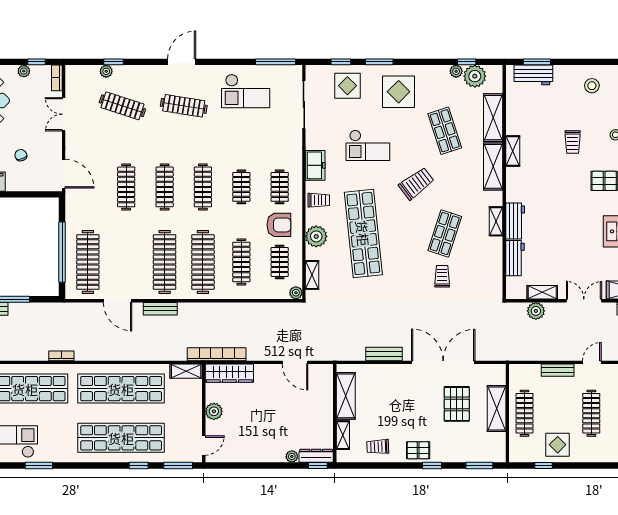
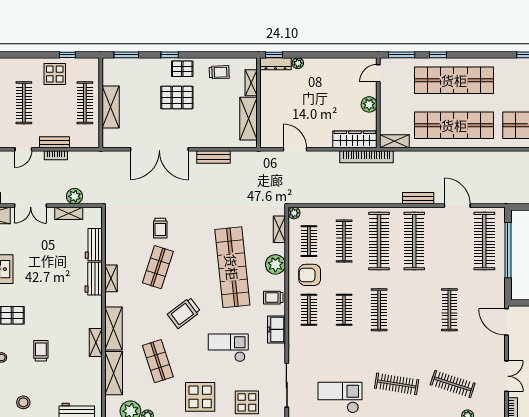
clothes rail: (165, 187) -> (414, 310), removed
bookcase: (61, 356) -> (56, 155), moved
pallet: (457, 404) -> (177, 98), moved, turned 90

